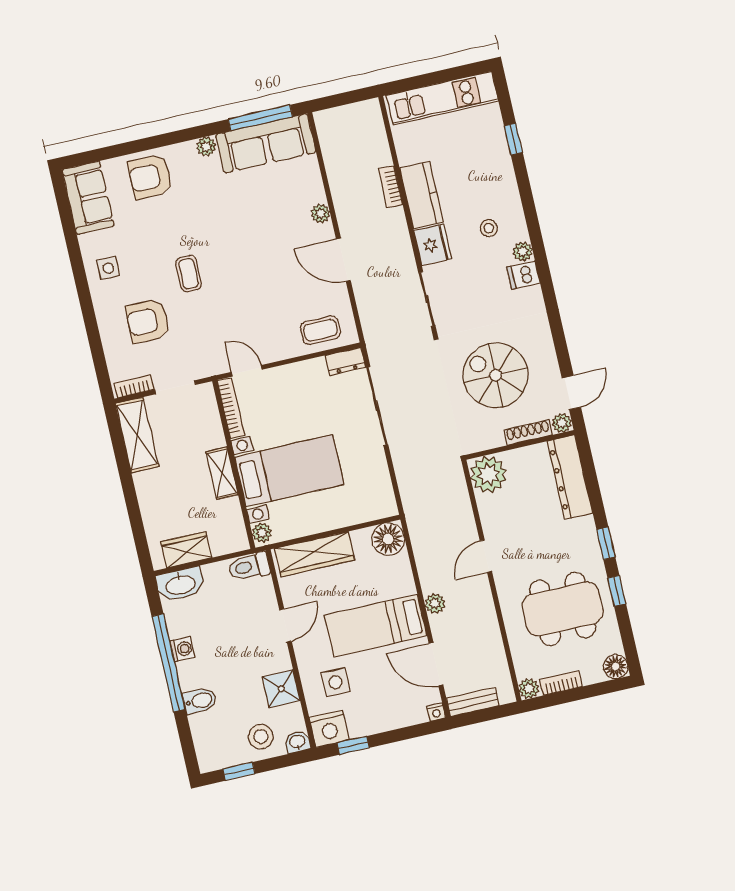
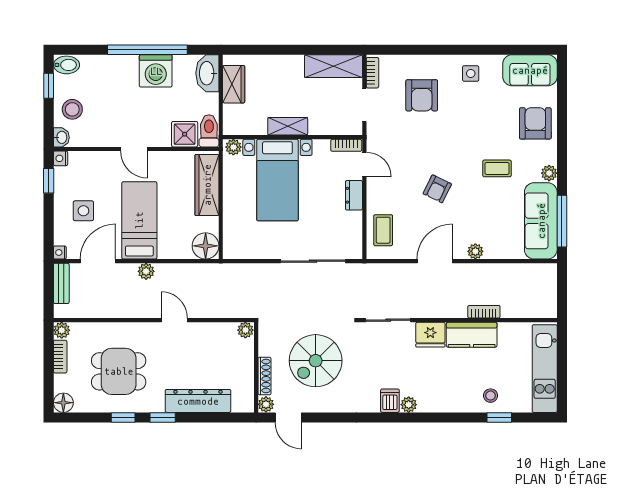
stool: (489, 228) -> (491, 396), moved
coffee table: (189, 274) -> (497, 168), moved
armchair: (256, 276) -> (437, 189), added
armchair: (148, 321) -> (422, 95), turned 180
dresser: (345, 361) -> (354, 195), moved
door: (247, 371) -> (364, 165), hinge flipped
spiral stairs: (496, 375) -> (316, 361), turned 180
bookcase: (231, 408) -> (346, 145), width x0.64
plant: (489, 474) -> (245, 330), width x0.53, depth x0.53
dresser: (570, 477) -> (198, 401), moved
dining table: (563, 609) -> (119, 371), width x0.73
door: (285, 625) -> (134, 149), moved
washing machine: (182, 649) -> (156, 71), width x1.89, depth x1.89
side table: (335, 682) -> (83, 211), moved
shower: (281, 689) -> (185, 134), moved
bidet: (200, 701) -> (66, 65), moved, turned -90
nightstand: (329, 729) -> (61, 158), width x0.53, depth x0.56

